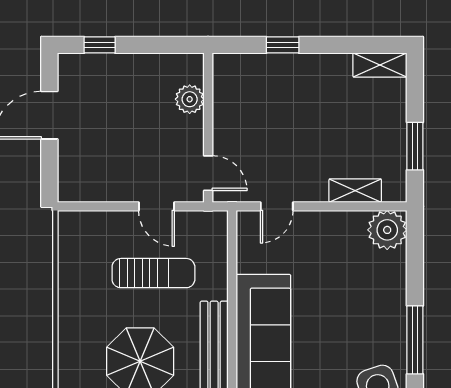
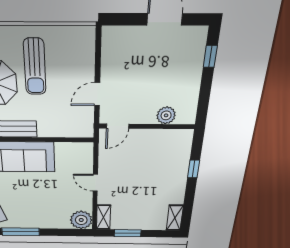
shelving: (355, 191) -> (103, 217), moved
door: (277, 206) -> (95, 183), moved
sun lounger: (153, 273) -> (35, 67), moved

